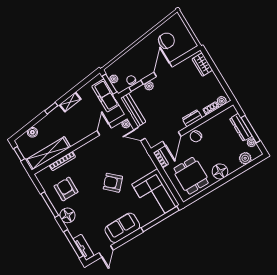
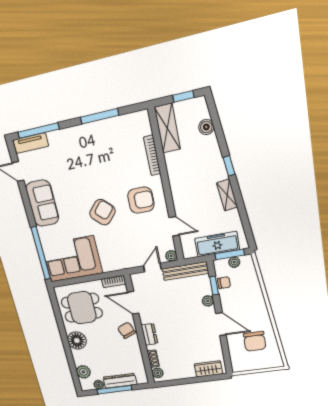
shelving: (48, 153) -> (167, 128), width x0.68
armchair: (66, 189) -> (141, 200), moved
floor lamp: (67, 215) -> (78, 136), removed

